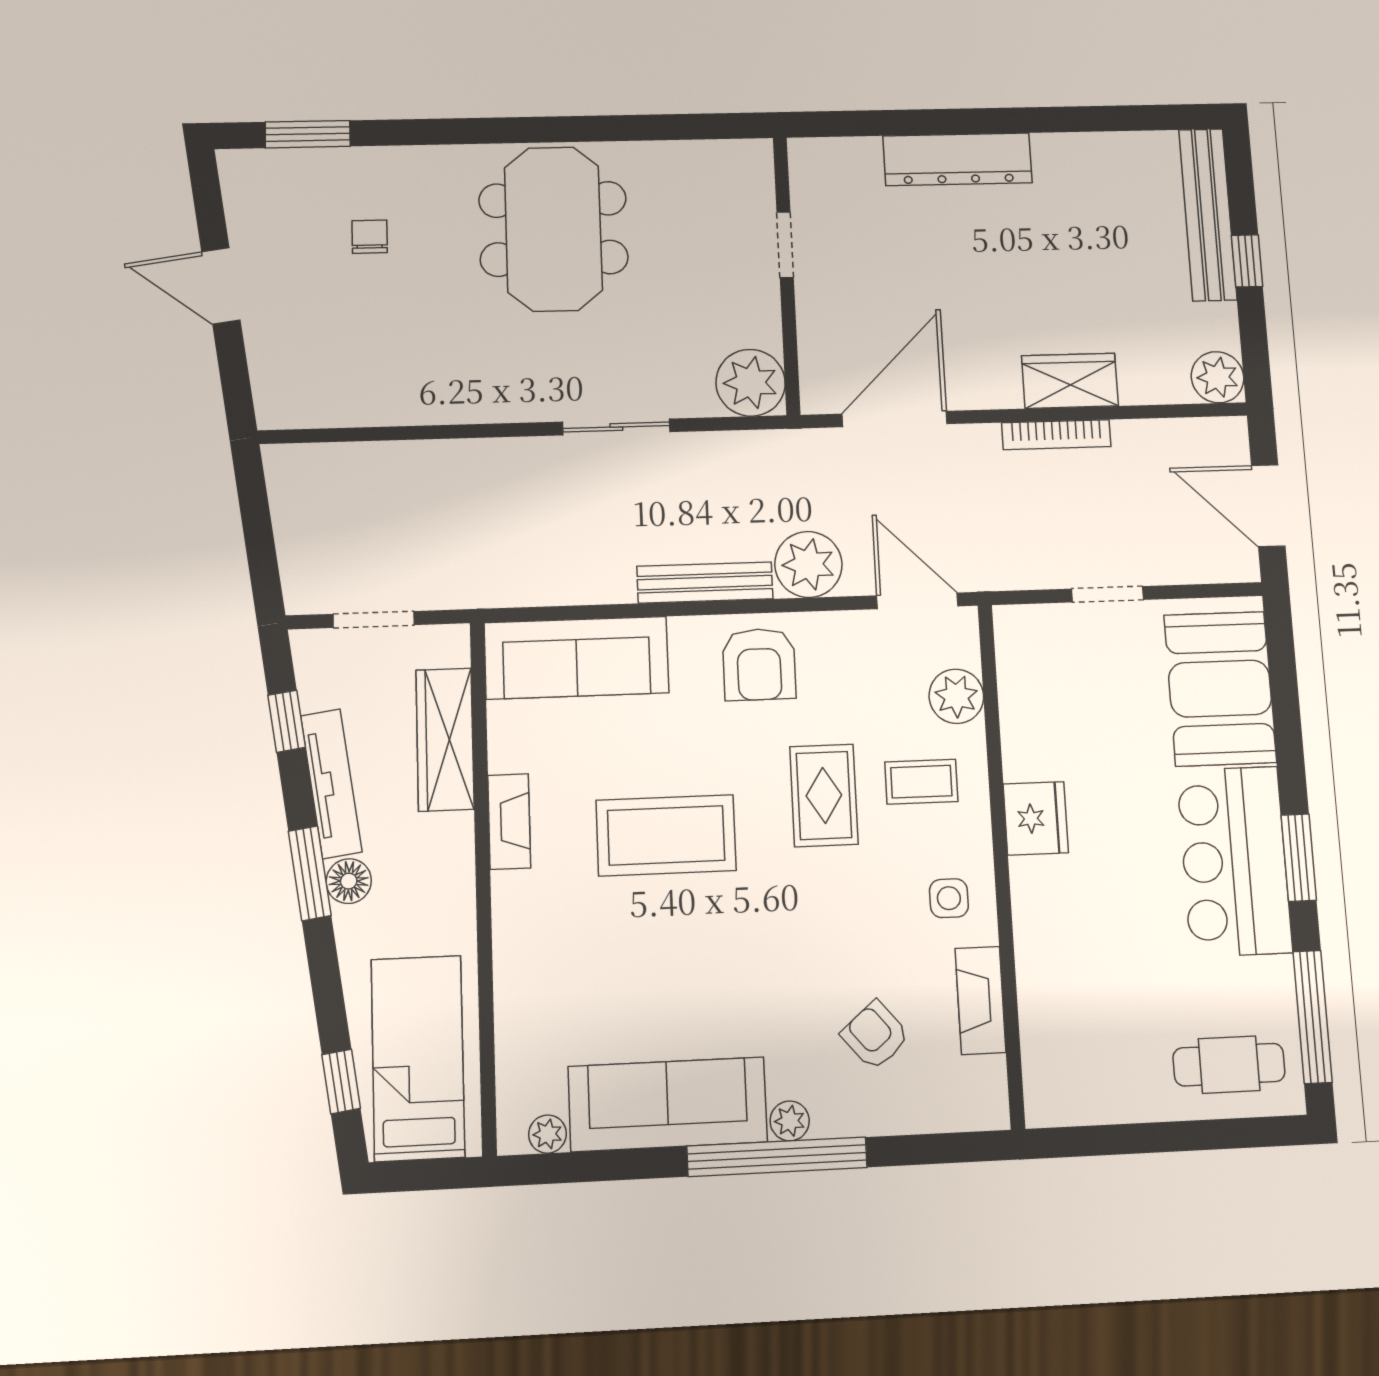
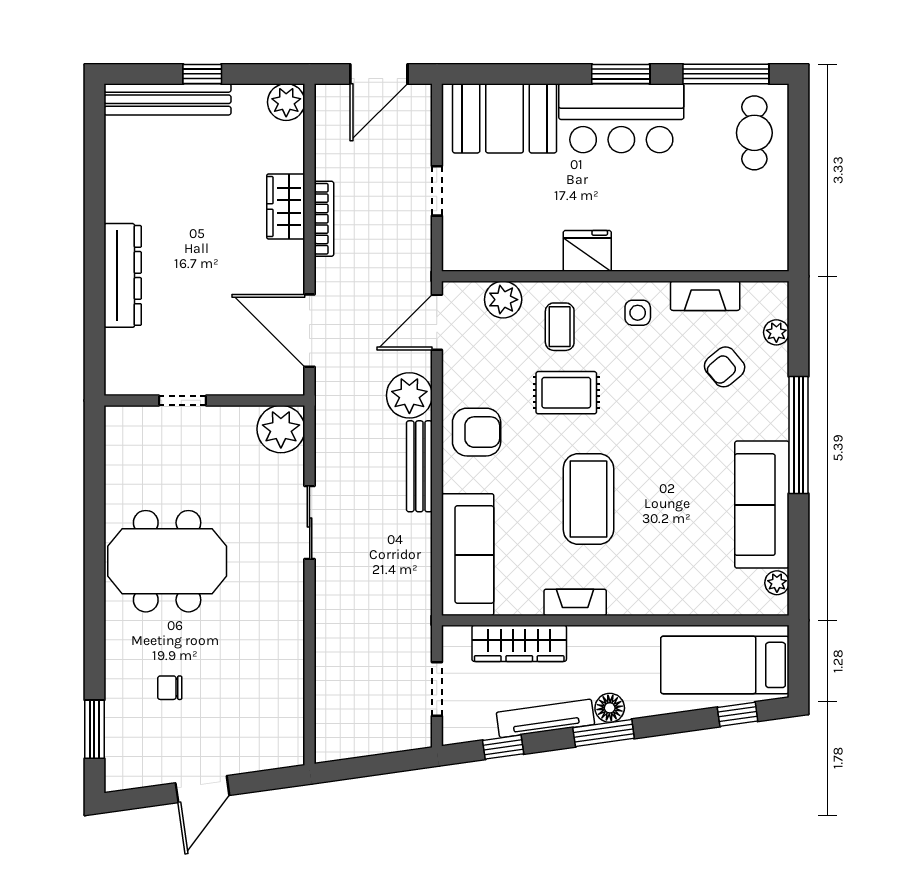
plant: (790, 1121) -> (776, 332), moved

